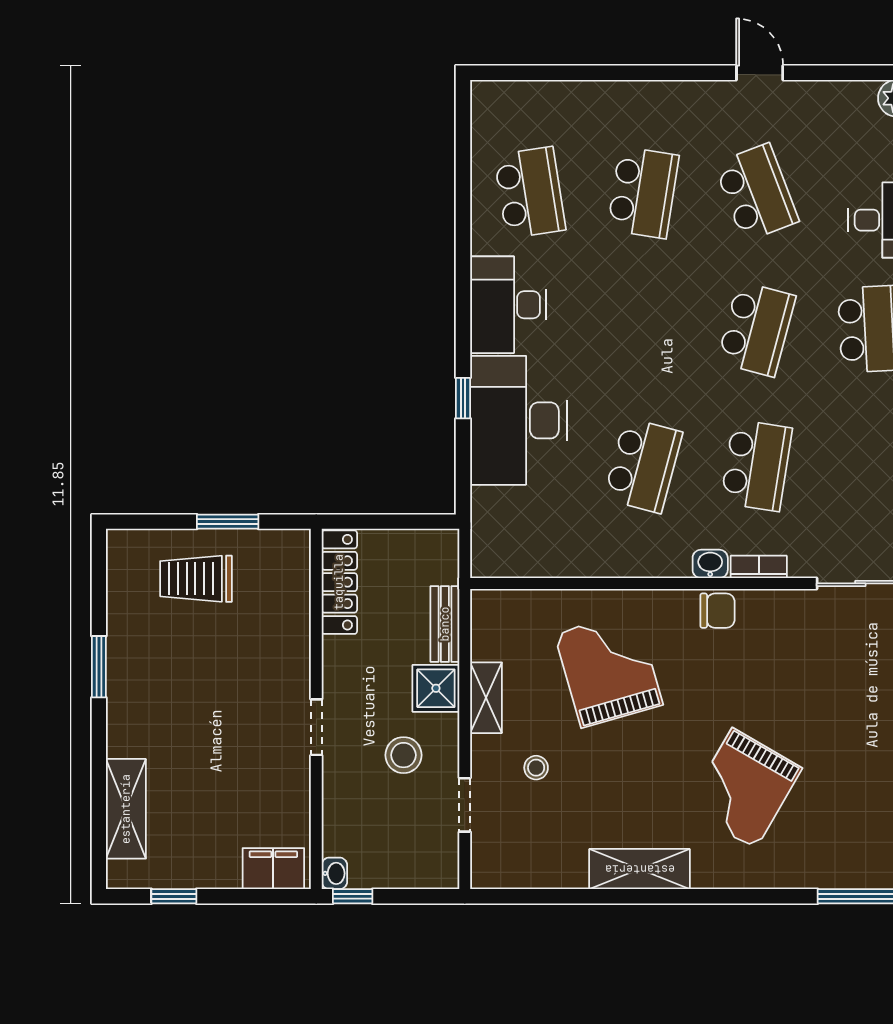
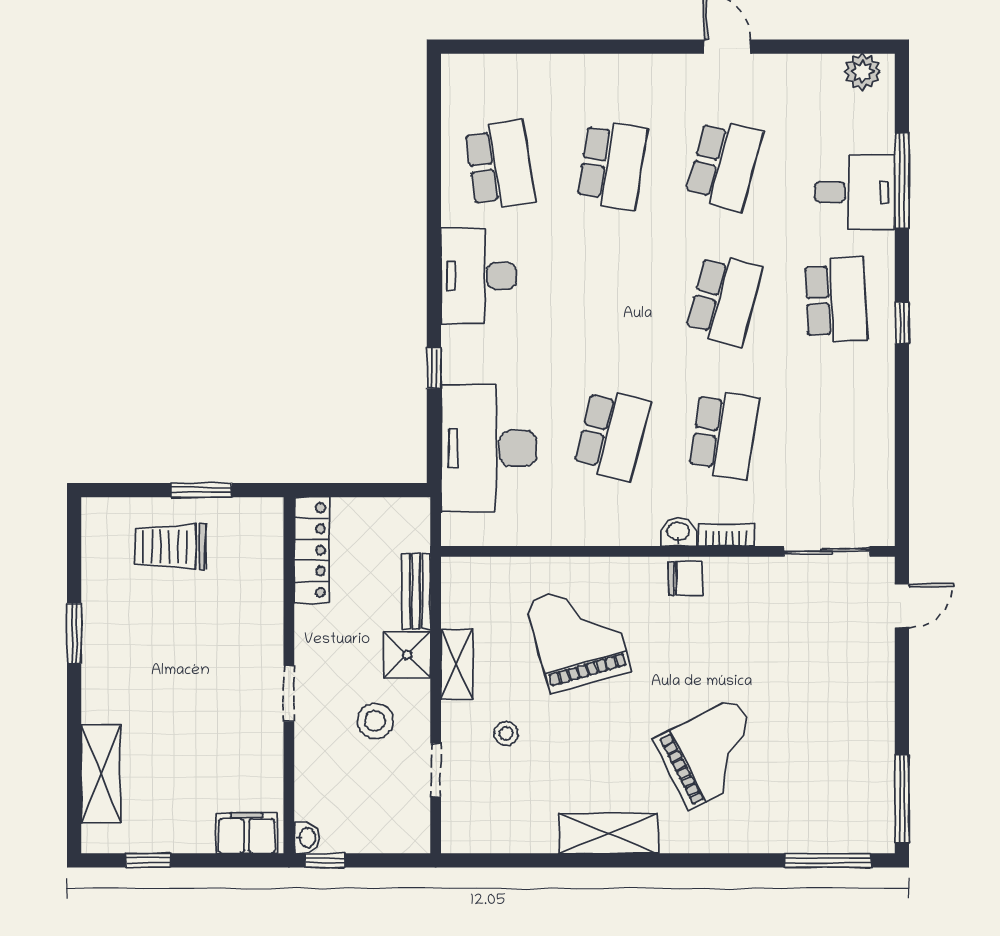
school desk: (756, 193) -> (724, 165), turned 36
desk: (518, 420) -> (489, 448), moved
grand piano: (744, 788) -> (712, 754), turned -147

